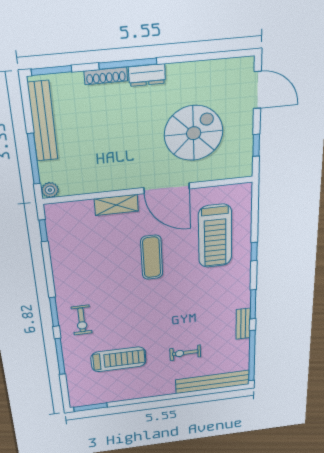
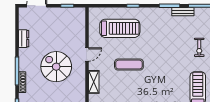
dresser: (147, 75) -> (24, 39), moved
spiral stairs: (194, 133) -> (56, 67), moved
door: (167, 188) -> (87, 55), width x0.53

